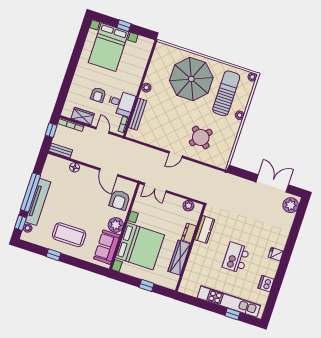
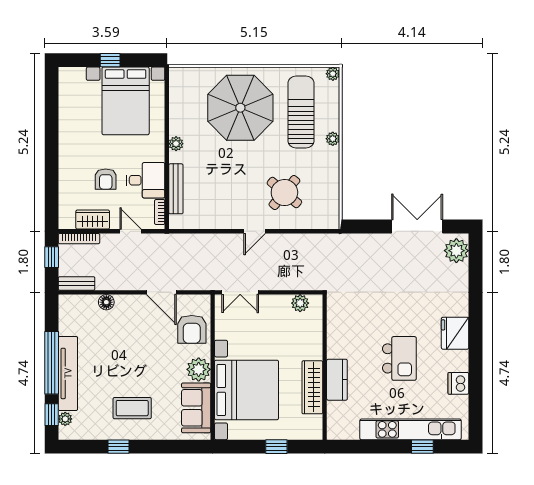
bed with nightstands: (109, 47) -> (126, 101), moved
kitchen counter: (205, 230) -> (337, 380), moved
dresser: (189, 233) -> (314, 345), removed
coffee table: (69, 235) -> (132, 408), width x0.73, depth x0.76
fridge: (276, 254) -> (455, 333), width x1.88, depth x1.34
kitchen island: (236, 258) -> (399, 358), turned 180

